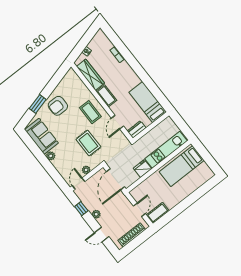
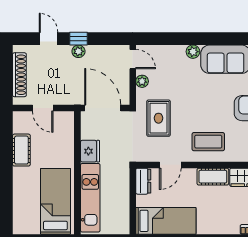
door: (117, 122) -> (170, 165), swing flipped
rug: (88, 143) -> (159, 118), moved, turned 90
window: (81, 209) -> (78, 39), moved
cot: (158, 213) -> (21, 150), moved
door: (102, 235) -> (48, 39), hinge flipped

